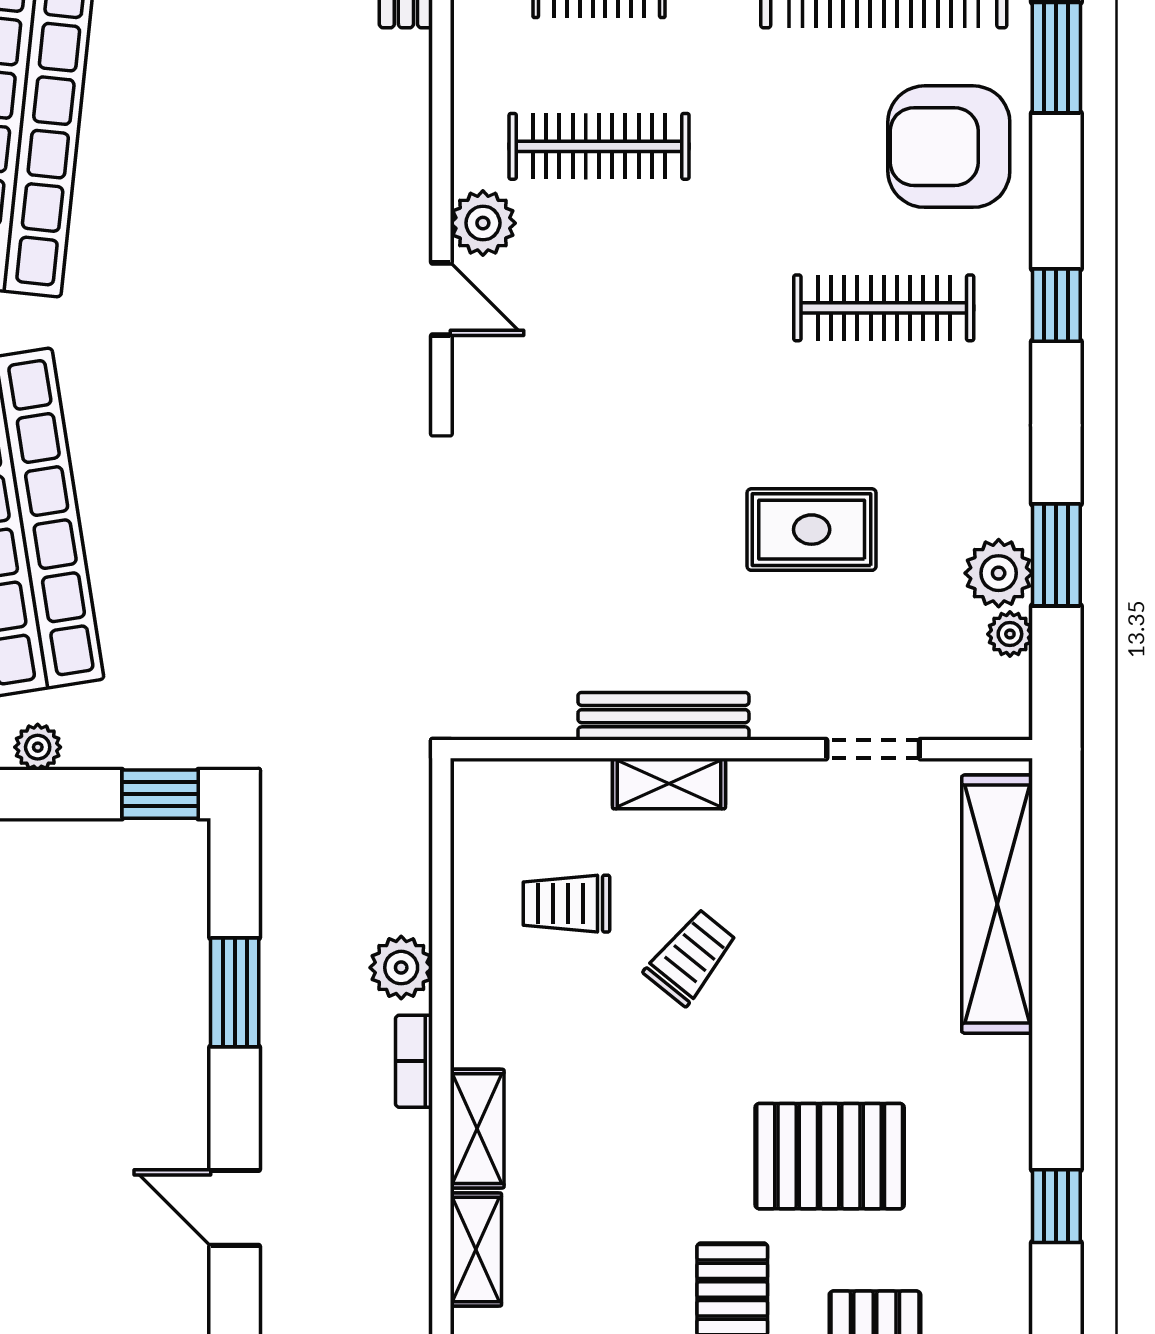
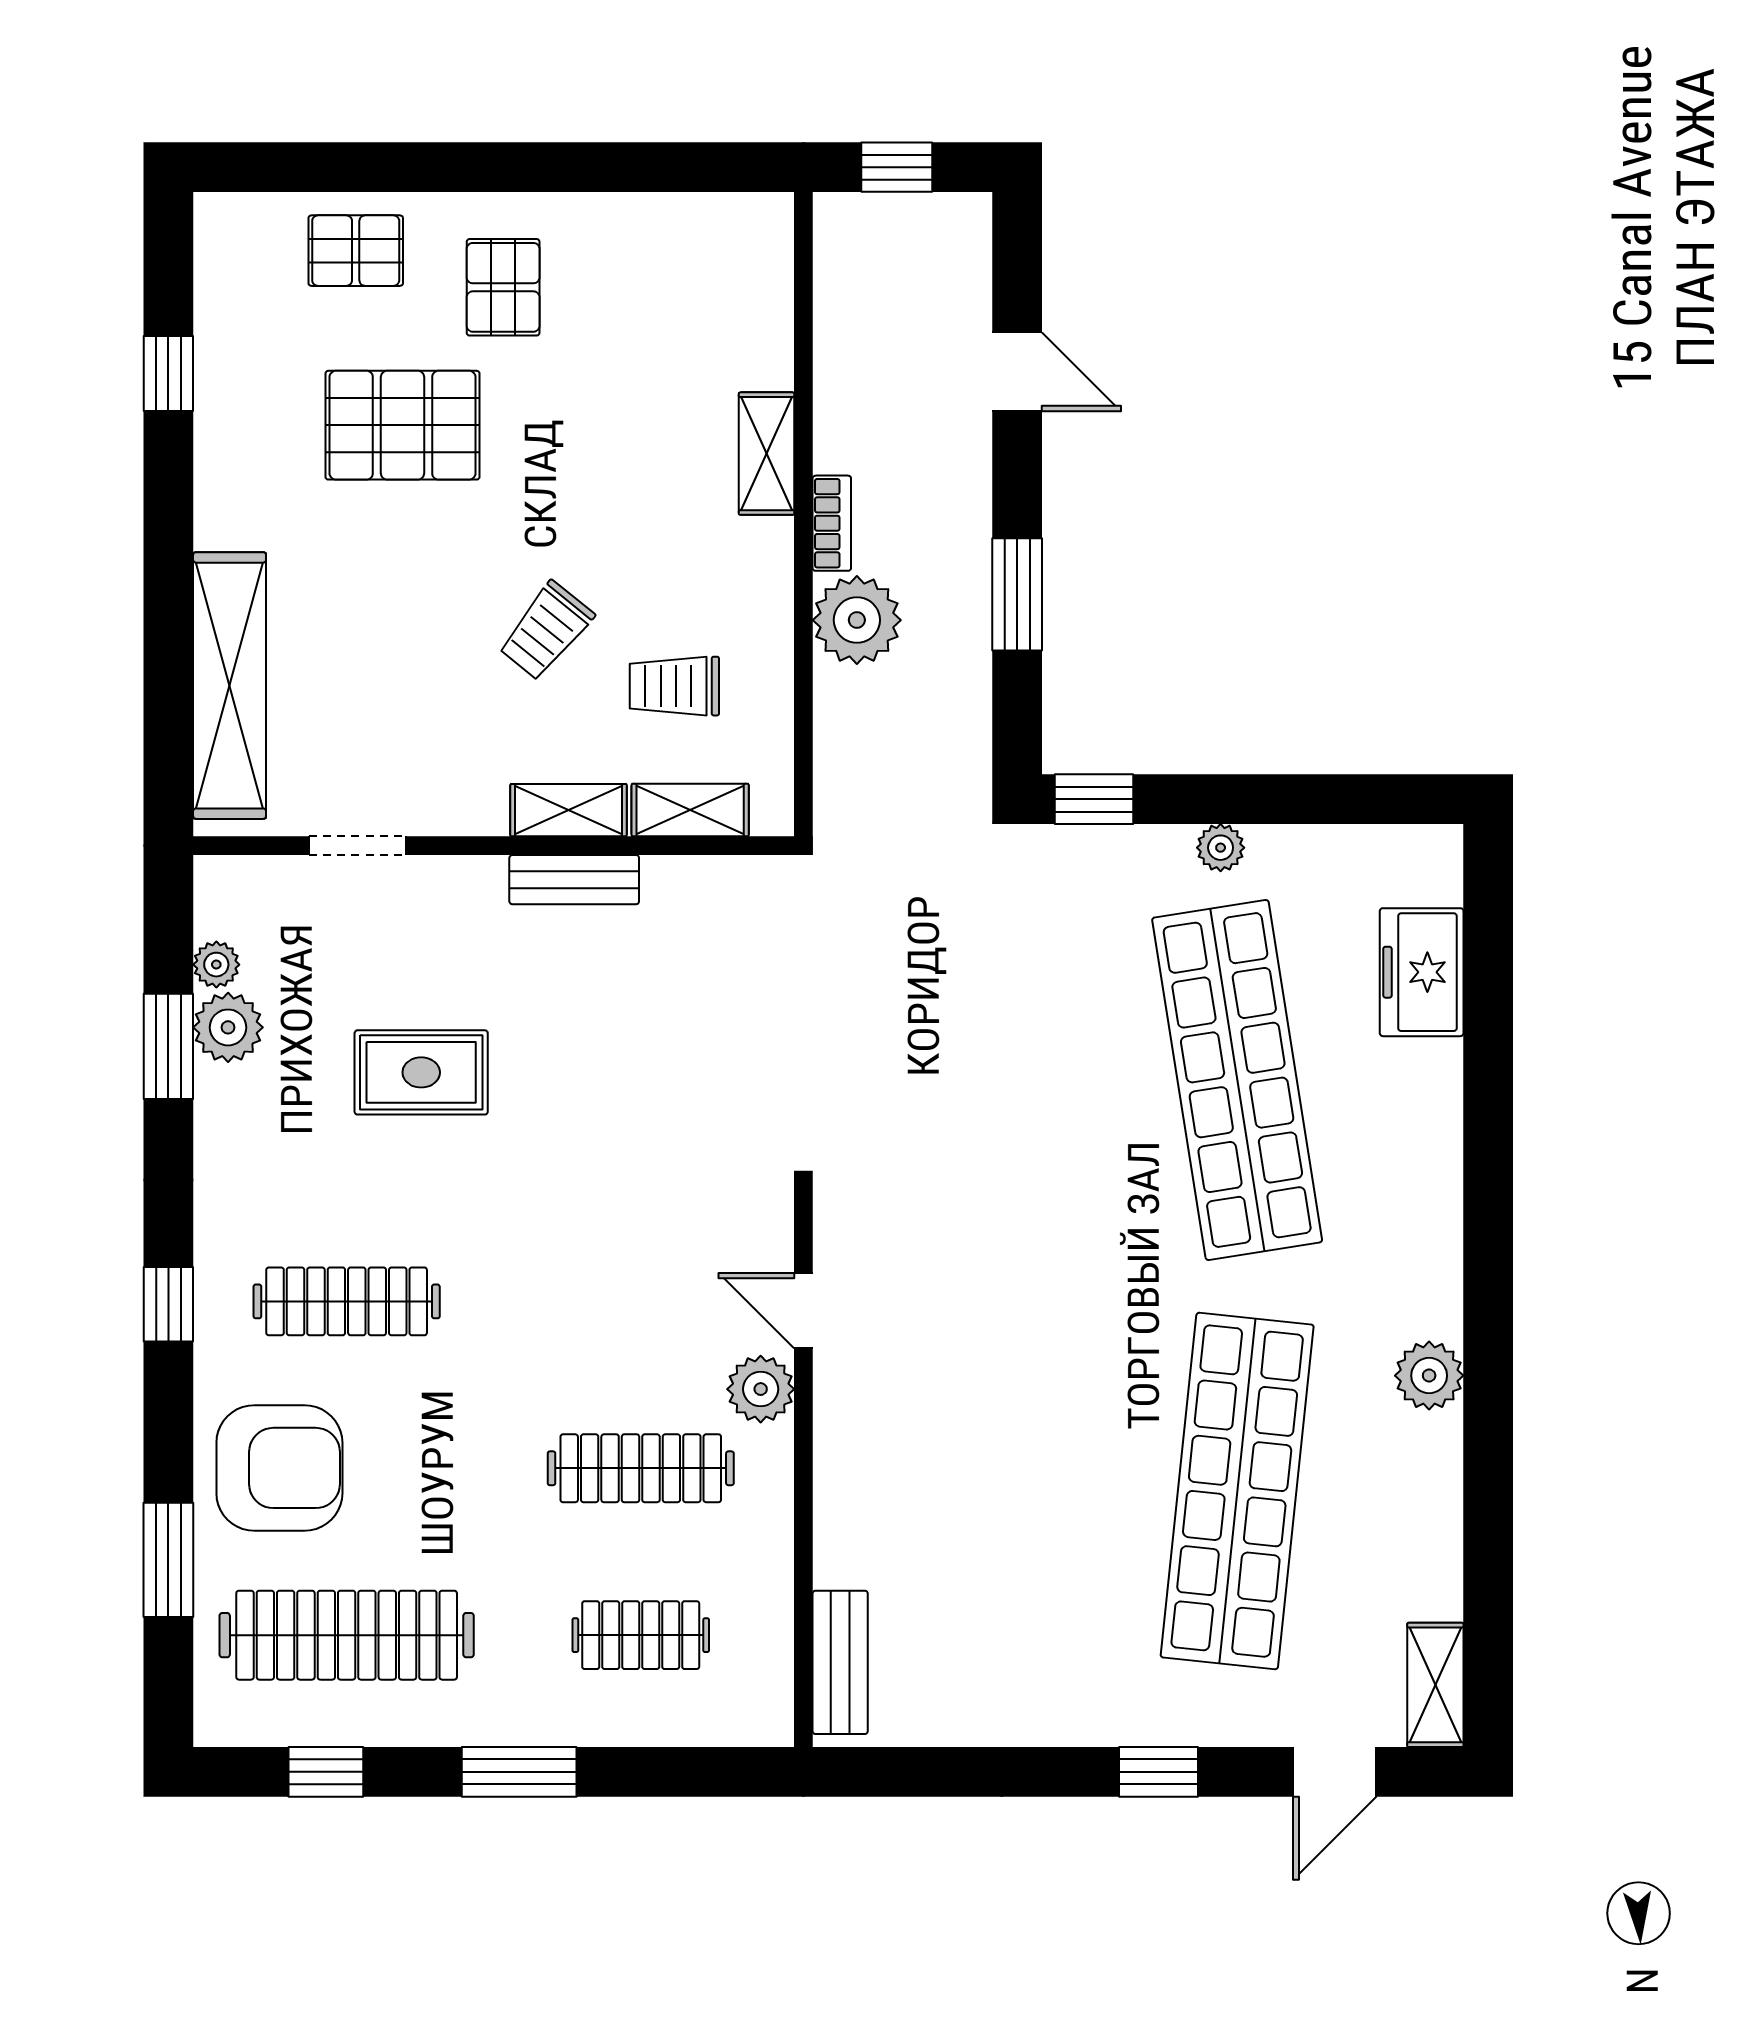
bench: (663, 716) -> (574, 880), width x0.73
trolley: (566, 904) -> (674, 686), turned 180
plant: (401, 968) -> (857, 620), width x1.36, depth x1.36
shelving: (476, 1249) -> (690, 810), moved, turned 90

